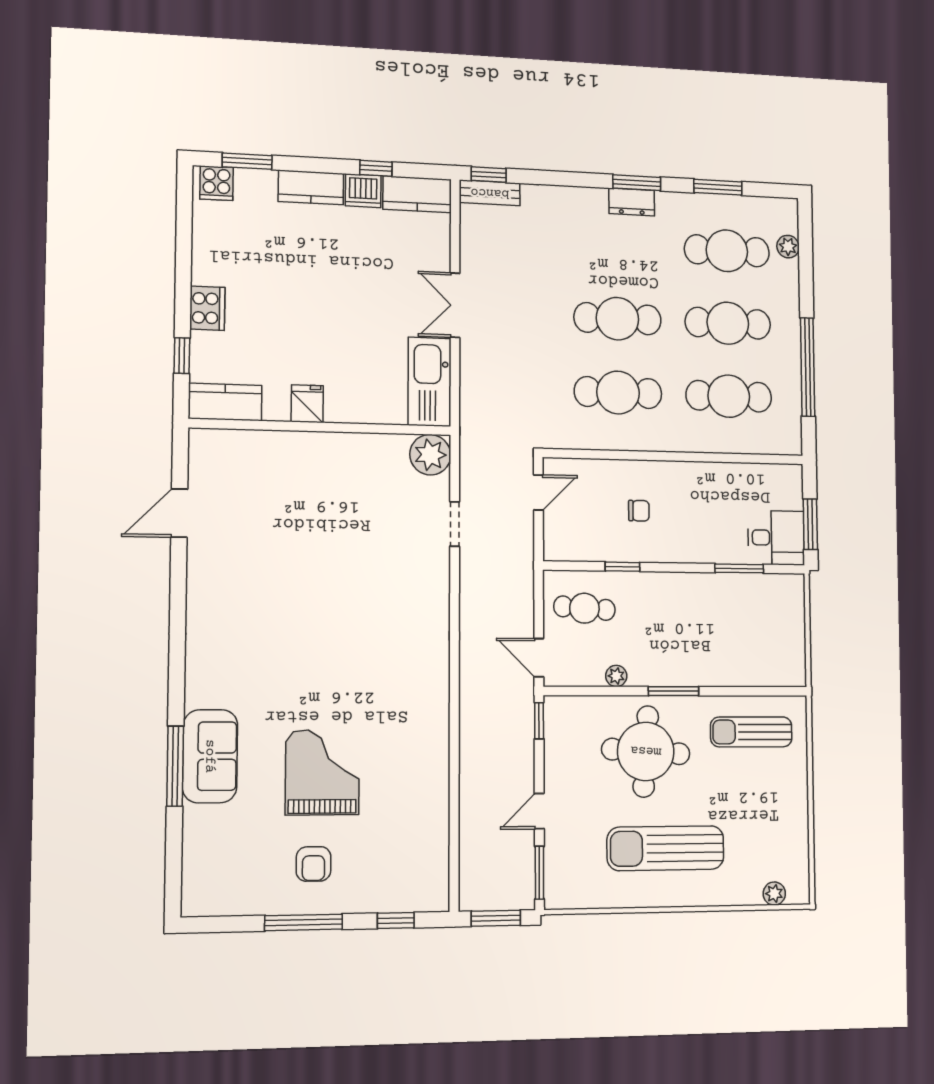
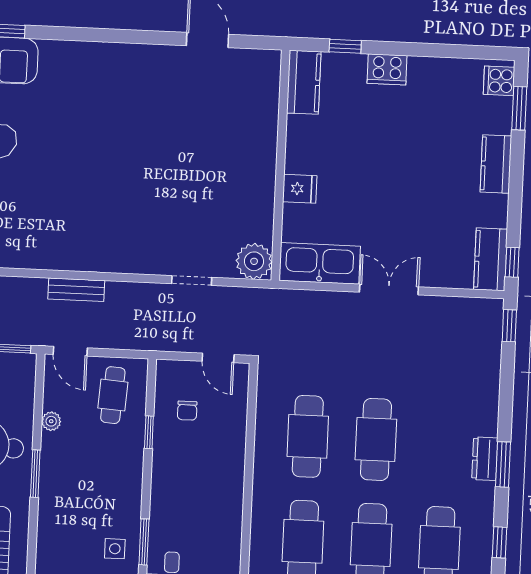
window: (376, 168) -> (512, 262), moved
window: (718, 187) -> (500, 542), width x0.67
dishwasher: (363, 191) -> (493, 211), removed
bench: (490, 193) -> (76, 290), moved, turned 90
fridge: (307, 404) -> (300, 189), moved
chair: (639, 511) -> (187, 411), moved
side table: (748, 600) -> (115, 549), added
door: (539, 658) -> (70, 351), swing flipped

